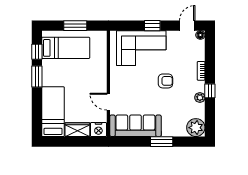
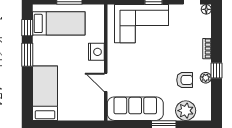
armchair: (165, 81) -> (185, 80), moved
plant: (196, 128) -> (186, 111), moved
wardrobe: (77, 130) -> (72, 113), removed
nightstand: (98, 130) -> (96, 52), moved, turned -90

